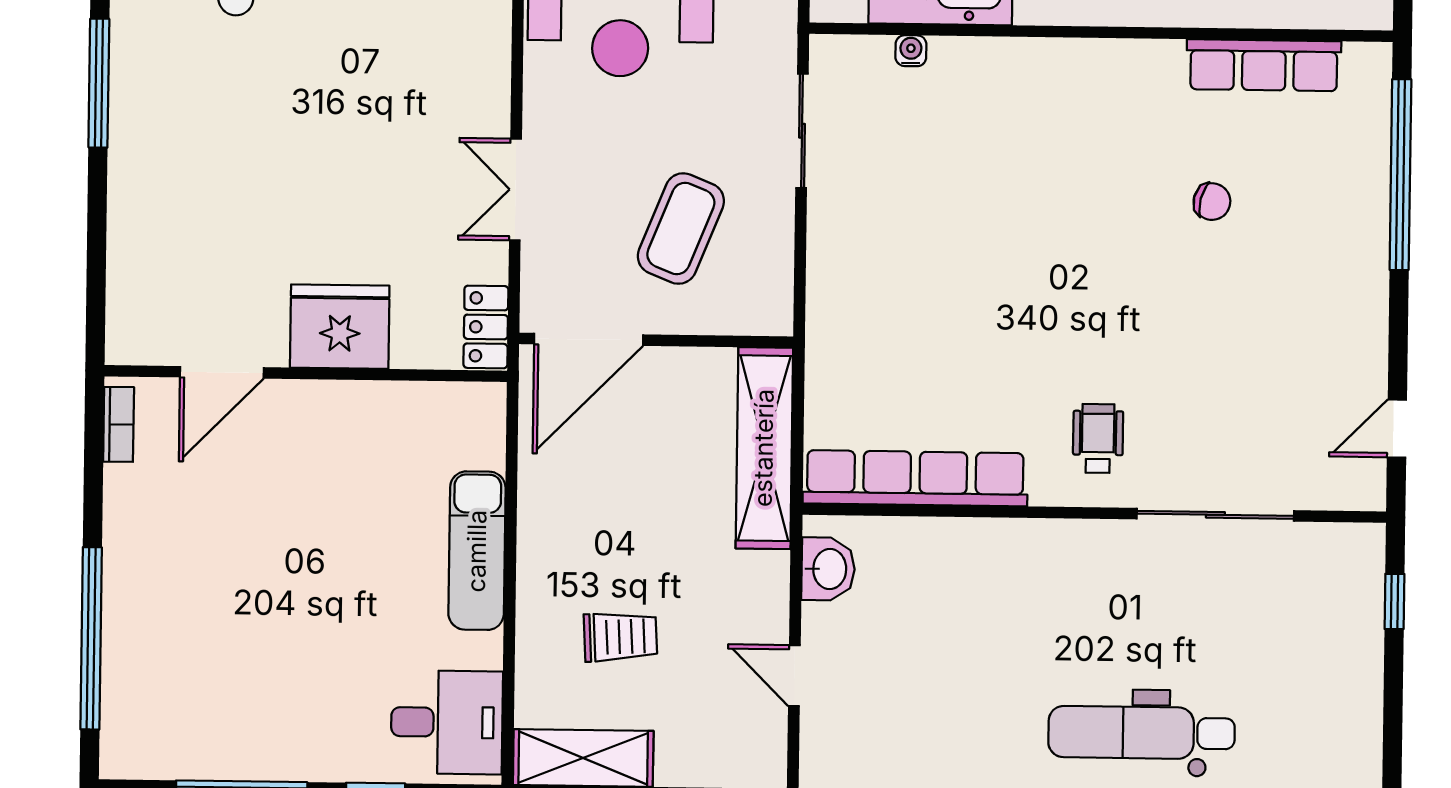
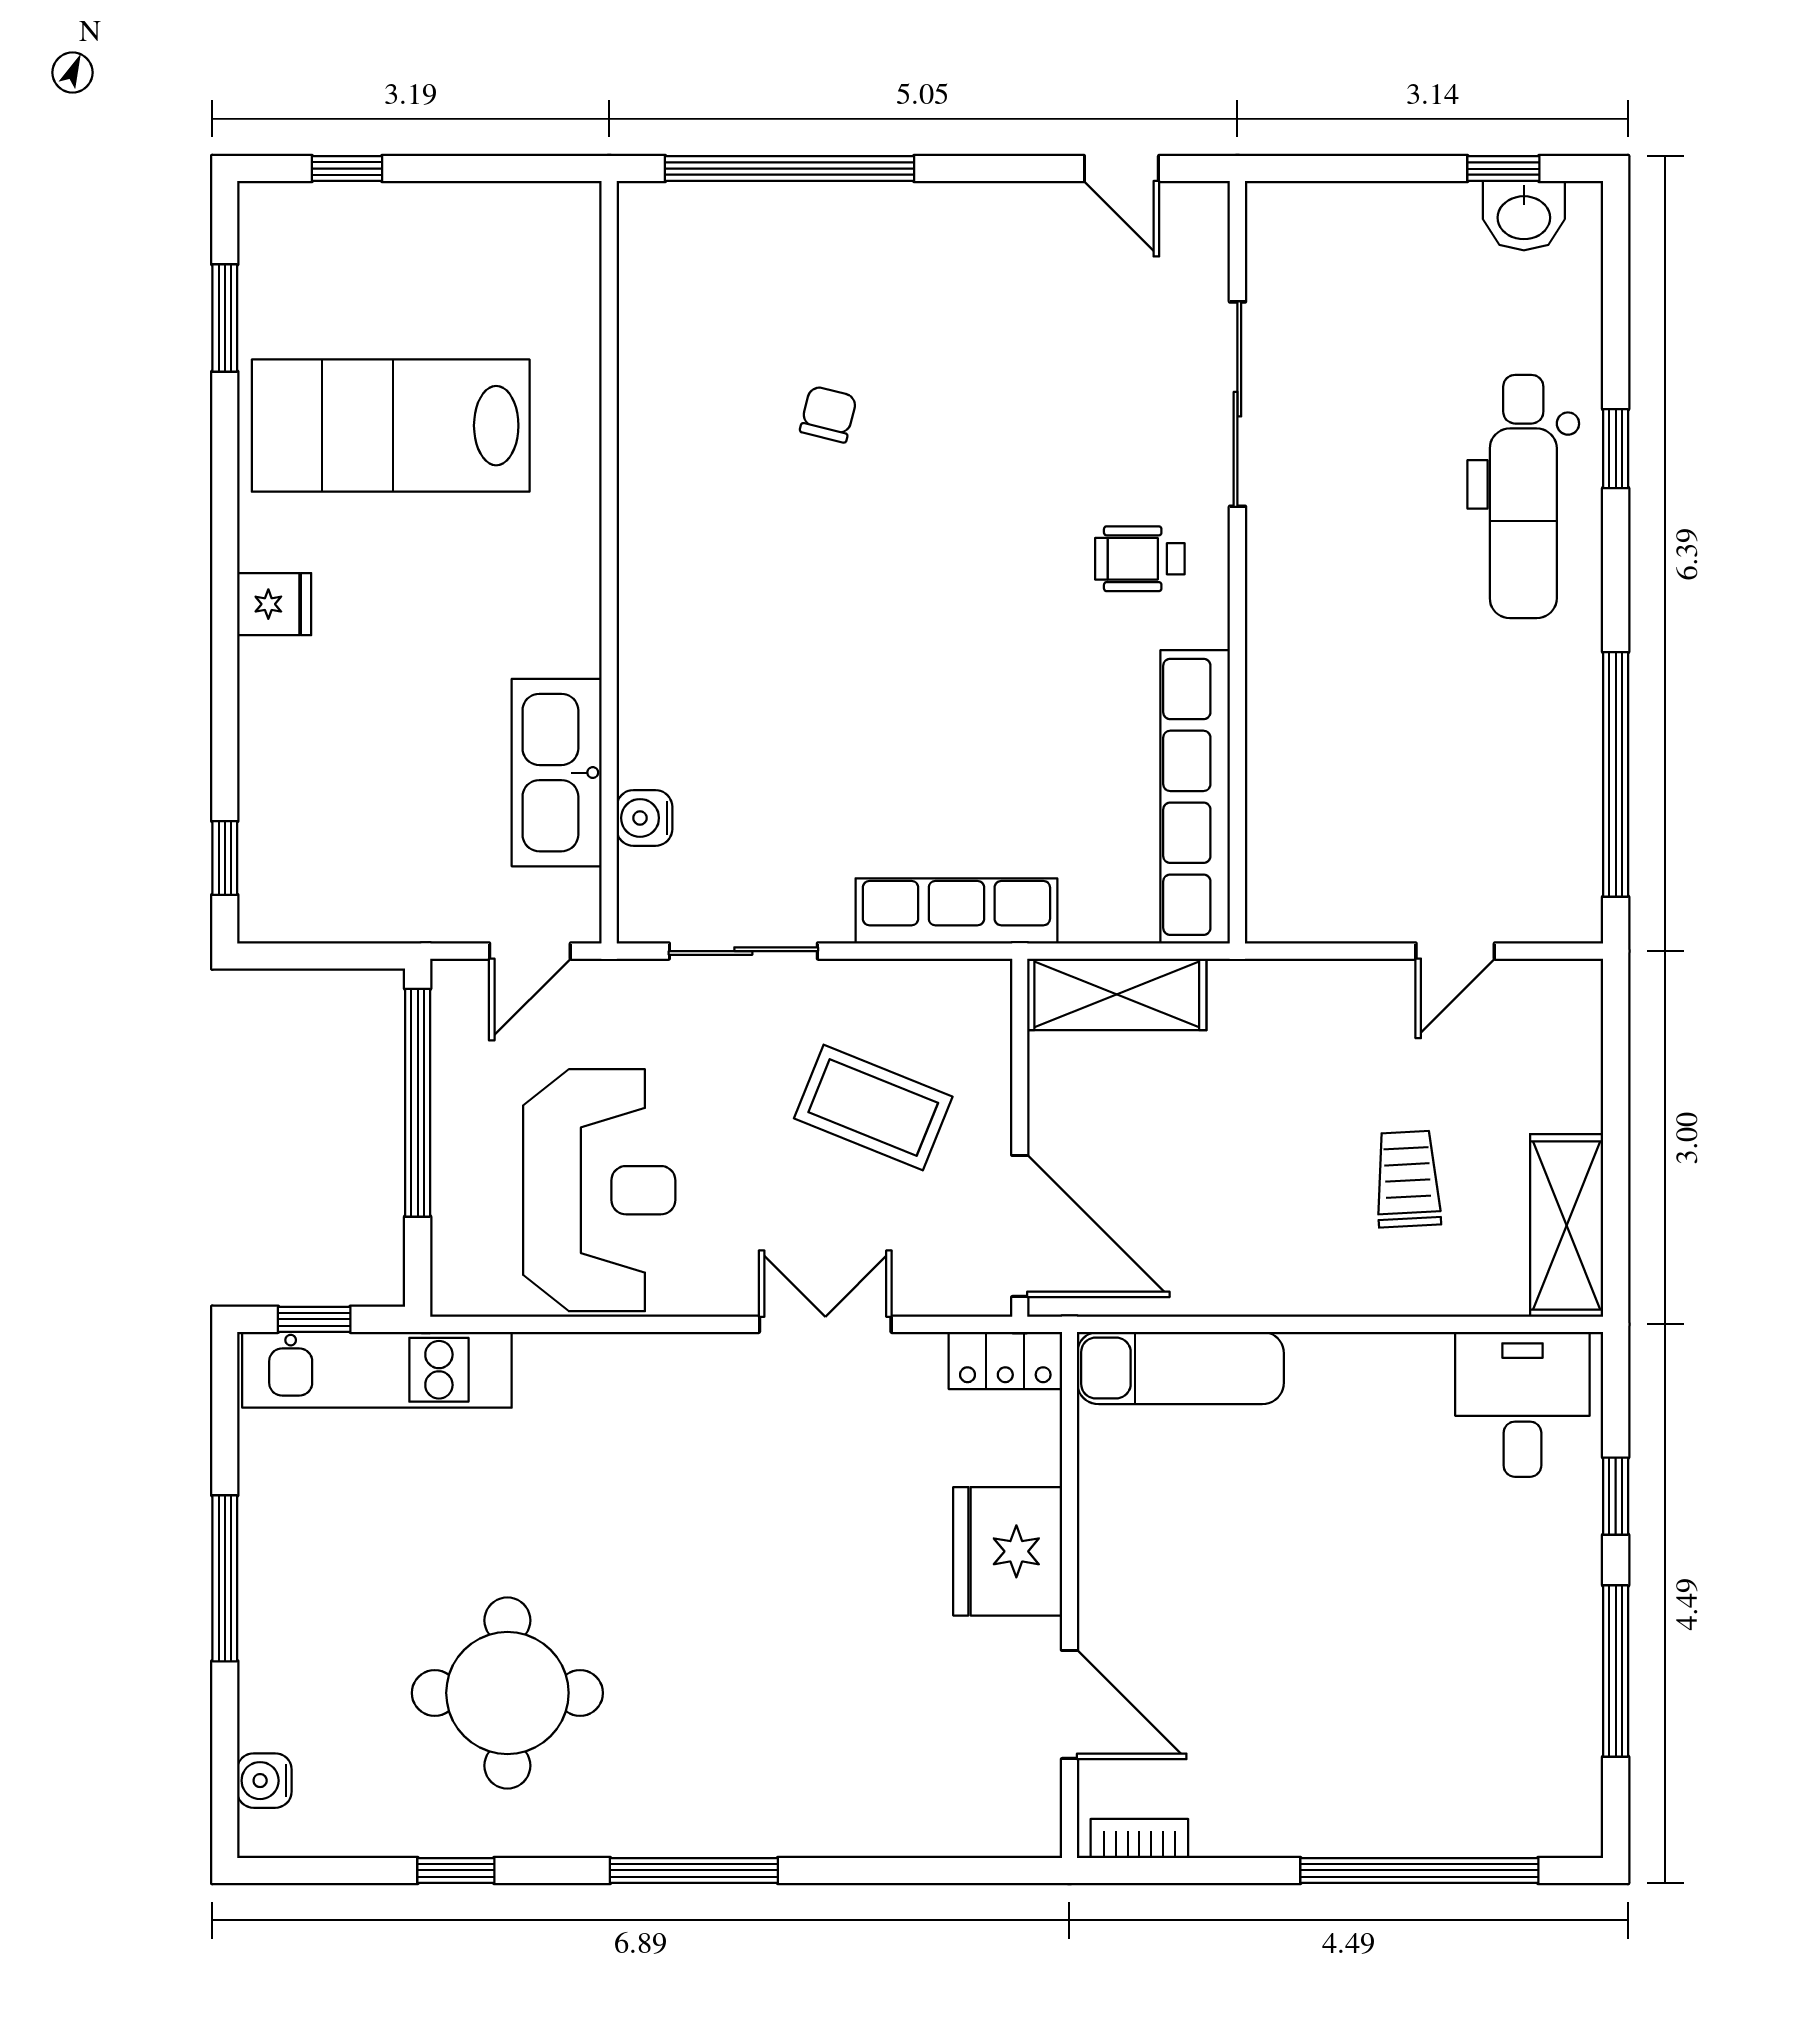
water cooler: (911, 51) -> (644, 818), width x1.38, depth x1.38
row of seats: (1264, 65) -> (956, 911), moved, turned -90
double door: (515, 190) -> (825, 1324), swing flipped
shelving: (764, 448) -> (1117, 994), width x0.68
exam couch: (477, 551) -> (1180, 1368), moved
washbasin: (828, 569) -> (1524, 216), moved, turned 180
window: (1394, 602) -> (1503, 169), moved

